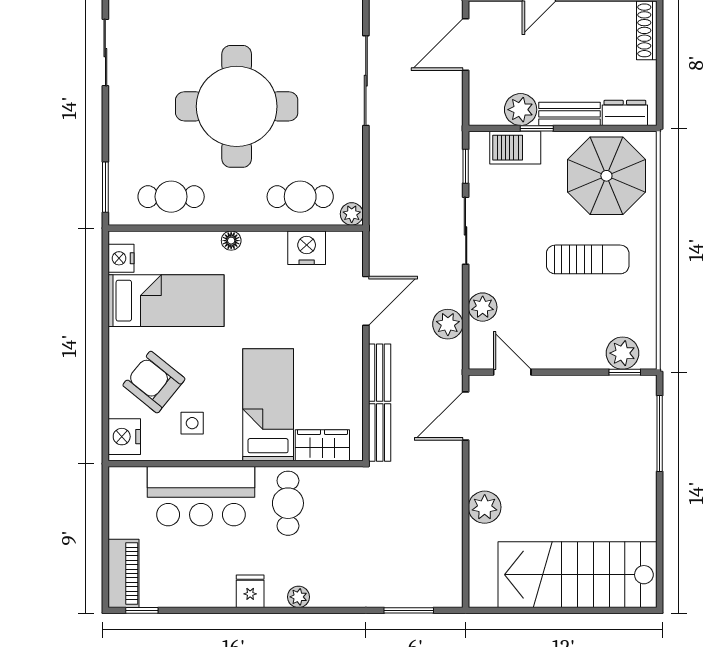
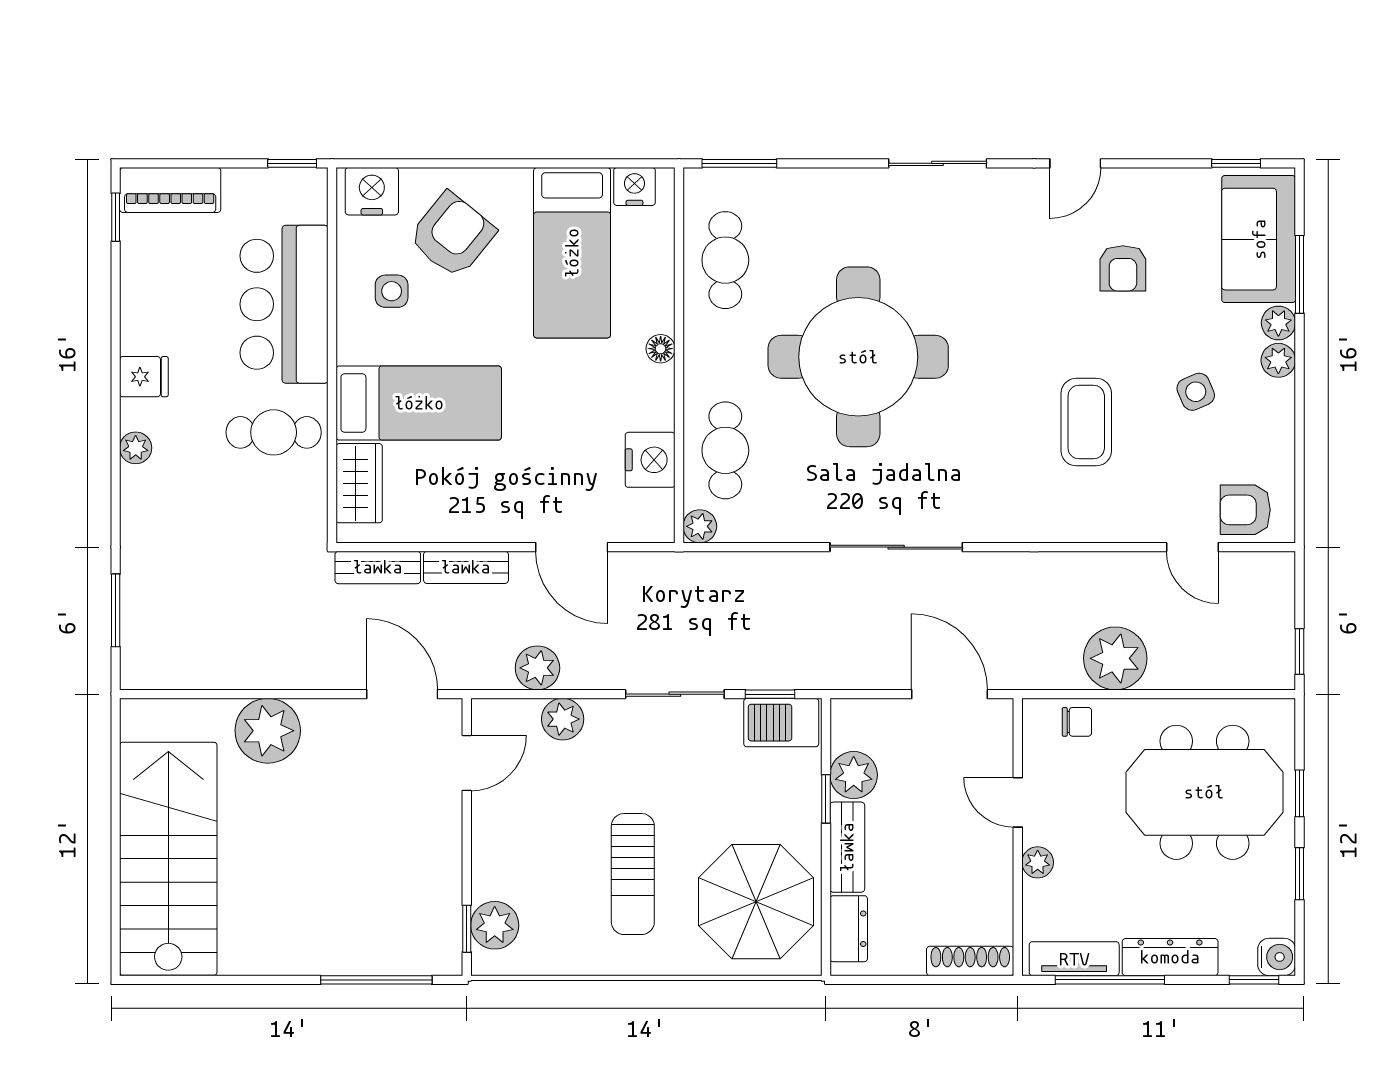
barbecue: (515, 148) -> (781, 723), moved, turned -90
window: (105, 491) -> (292, 163), added
plant: (485, 507) -> (268, 731), width x1.36, depth x1.36

